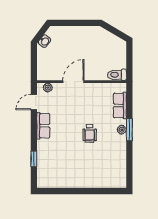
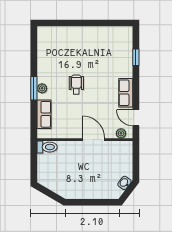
door: (73, 82) -> (94, 140), swing flipped
door: (34, 102) -> (136, 118), swing flipped

